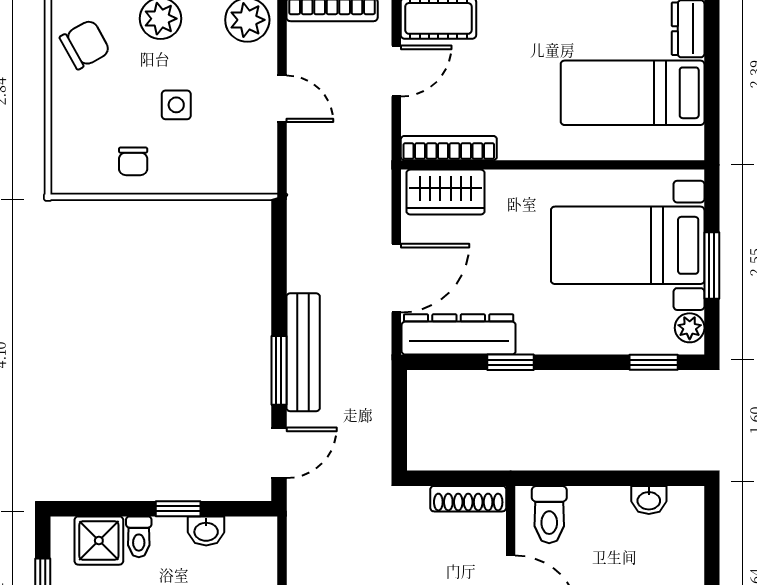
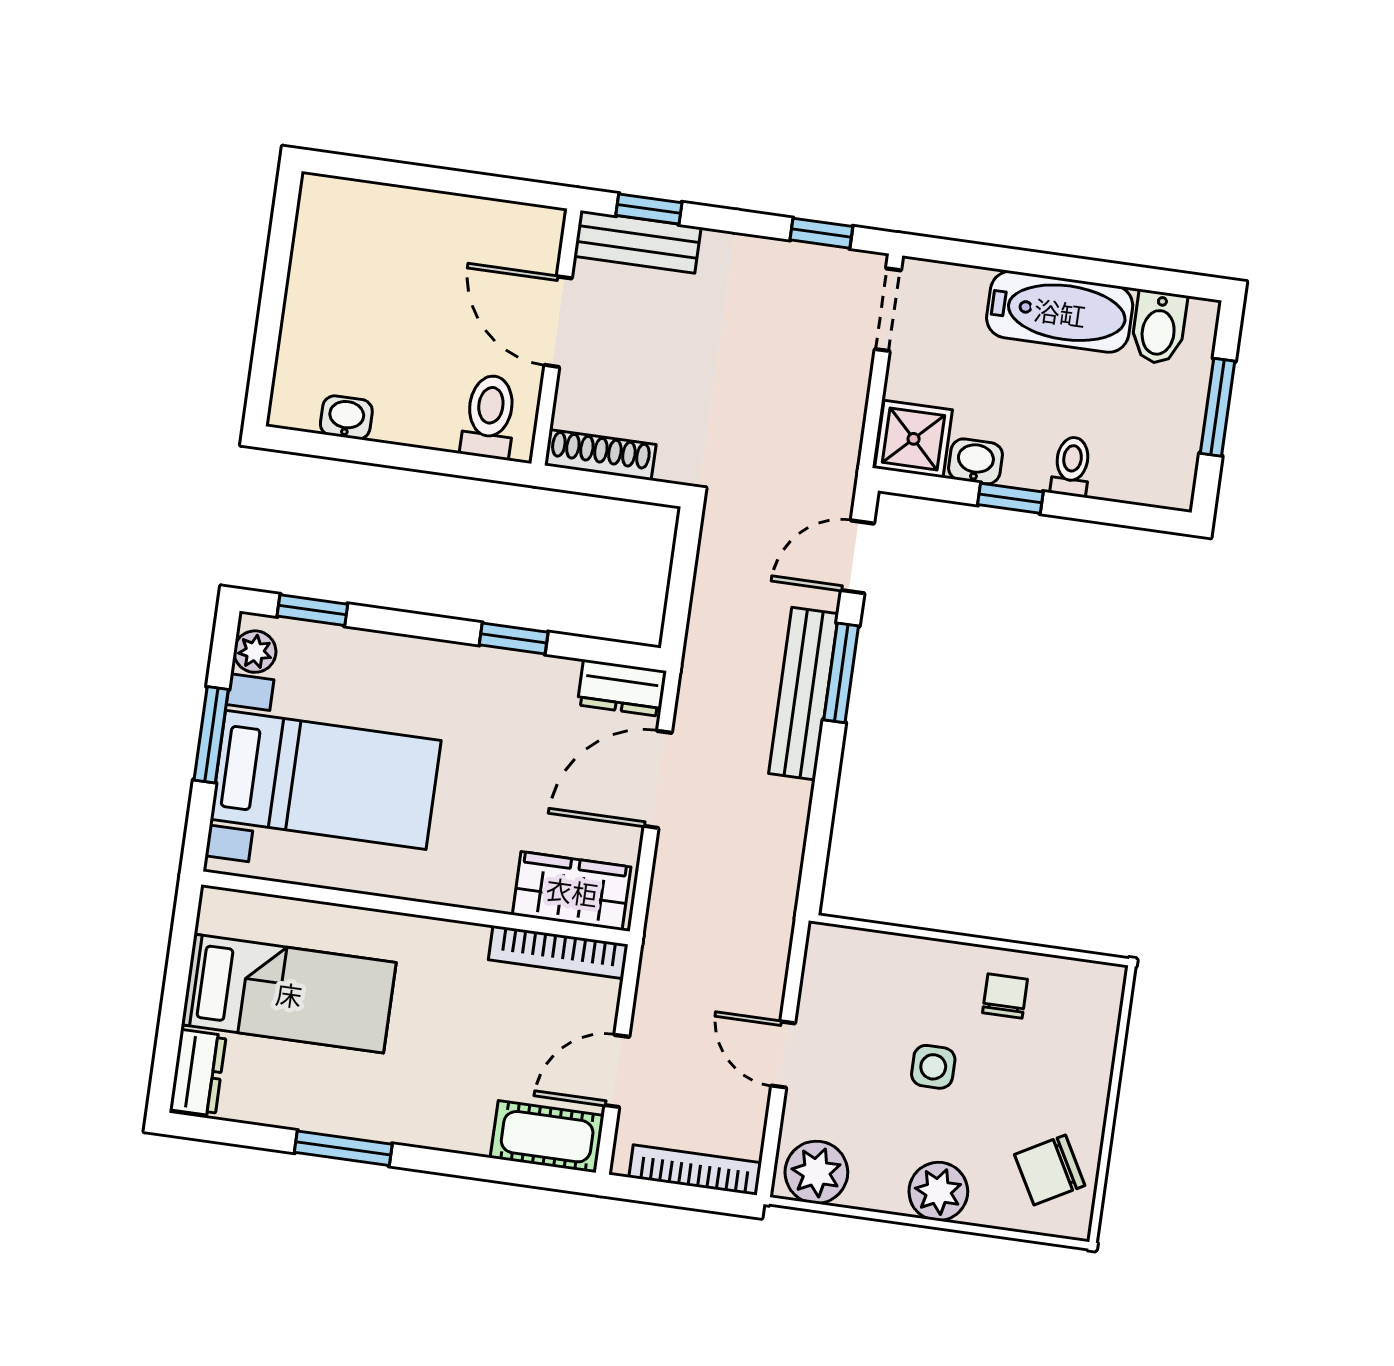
dresser: (459, 334) -> (621, 688), width x0.51, depth x0.80
shower: (99, 541) -> (914, 439), moved

